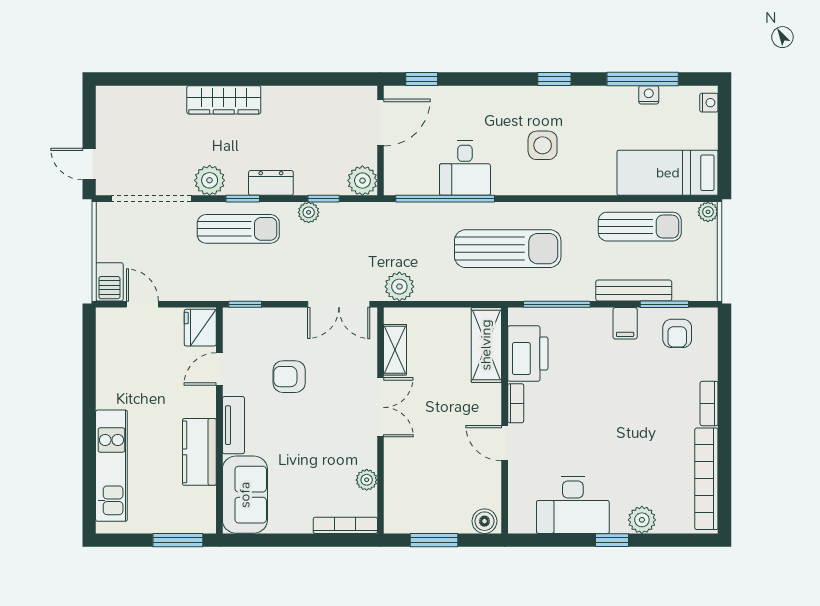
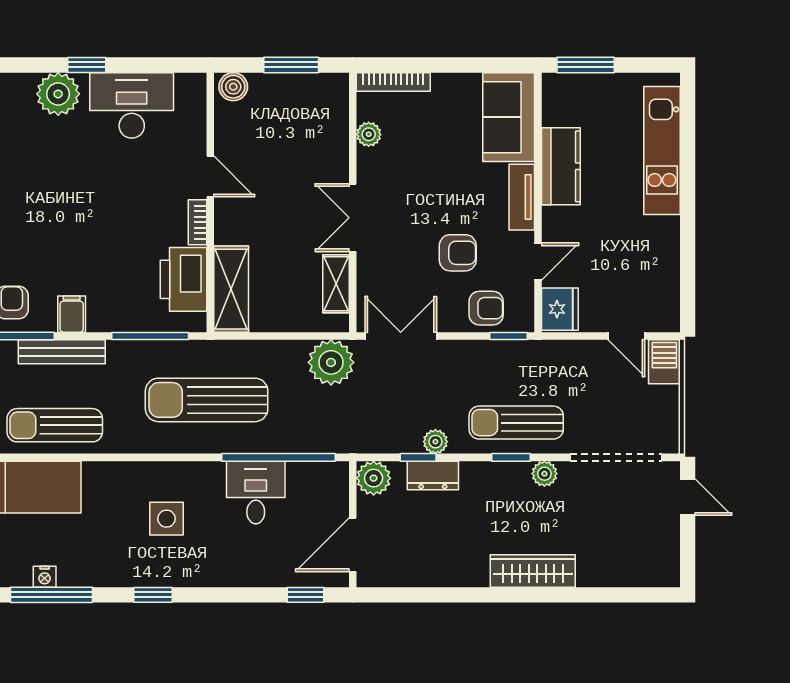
plant: (210, 180) -> (544, 474), width x0.73, depth x0.73
dresser: (271, 183) -> (433, 475), moved
plant: (399, 287) -> (331, 362), width x1.36, depth x1.36
armchair: (264, 328) -> (486, 308), added
plant: (642, 520) -> (58, 94), width x1.36, depth x1.36

